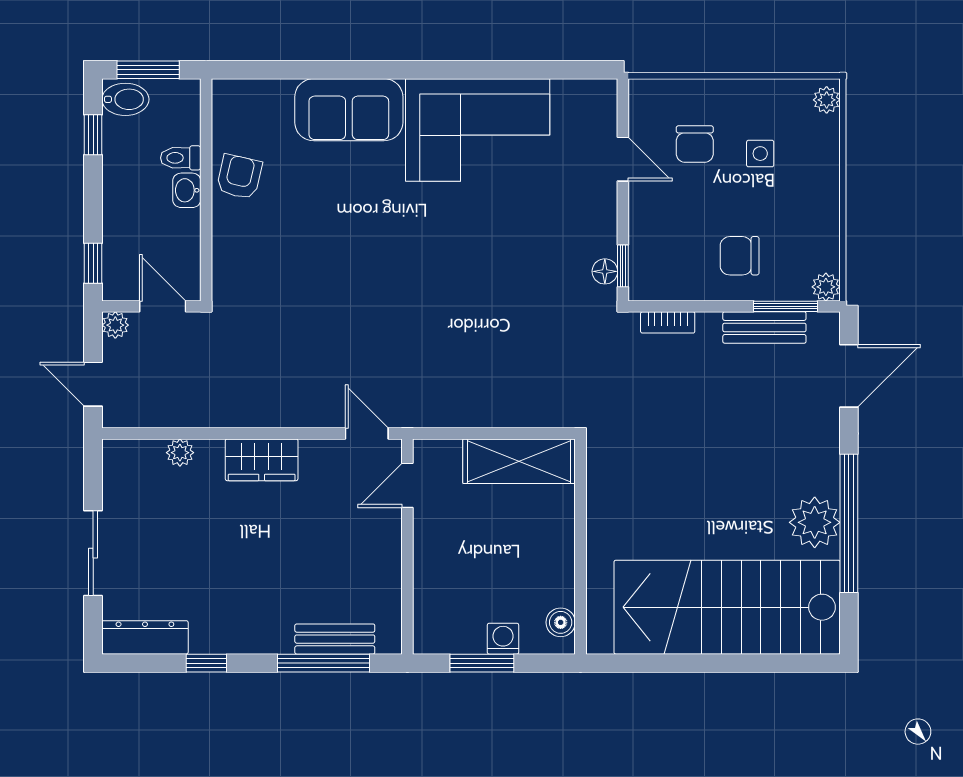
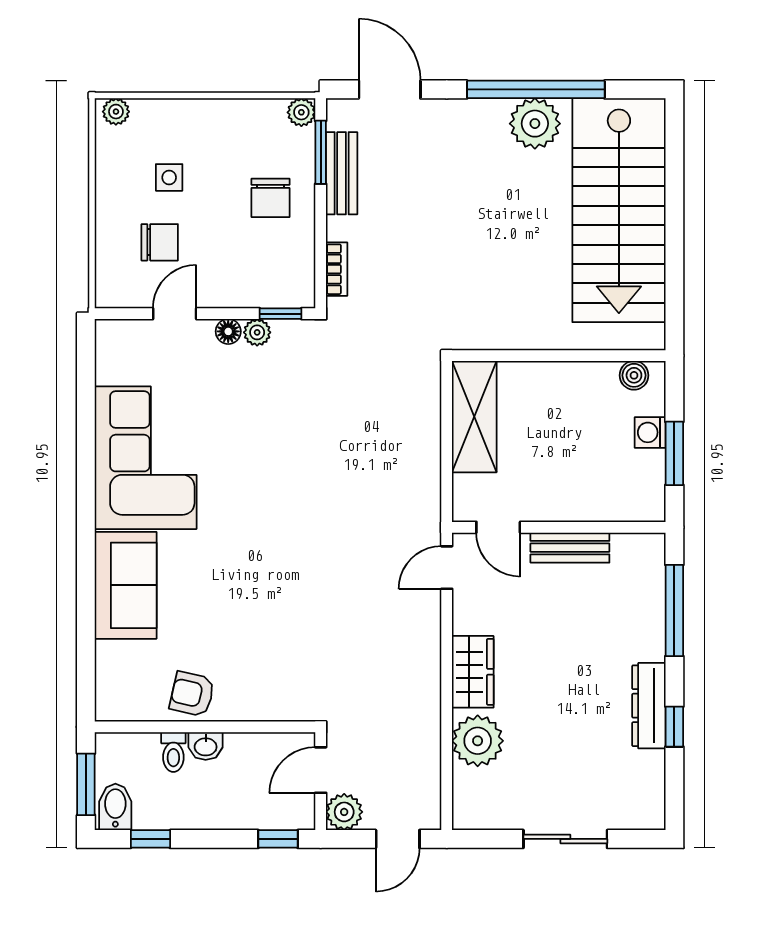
plant: (604, 242) -> (257, 332), added
floor lamp: (605, 271) -> (228, 331), moved
plant: (115, 325) -> (344, 812), width x1.38, depth x1.38
plant: (180, 453) -> (478, 741), width x1.88, depth x1.88
dresser: (145, 637) -> (649, 706), moved
bench: (335, 639) -> (570, 548), moved, turned 90

